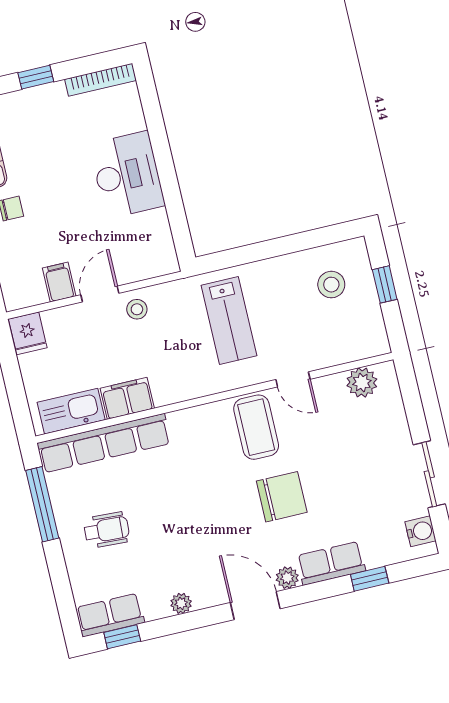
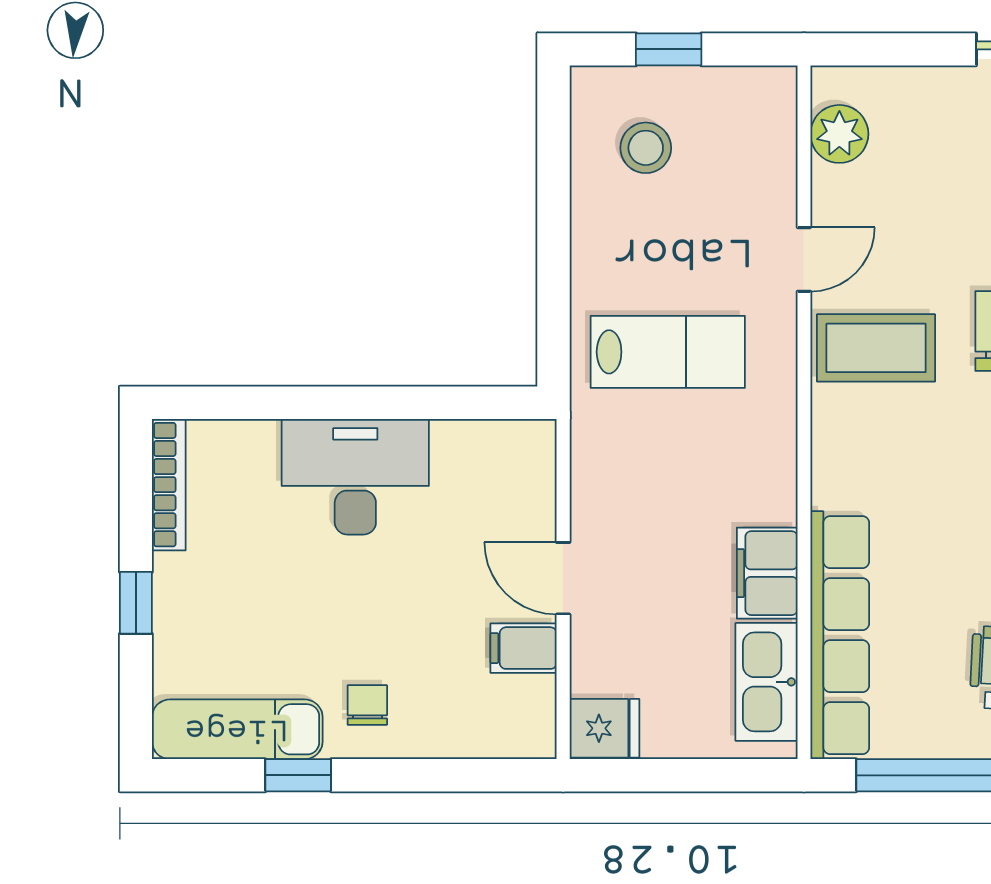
stool: (137, 309) -> (607, 517), removed

